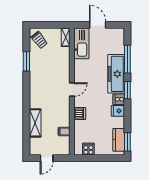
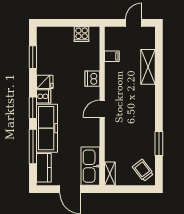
kitchen counter: (119, 140) -> (44, 168), moved
window: (127, 142) -> (33, 57), moved

